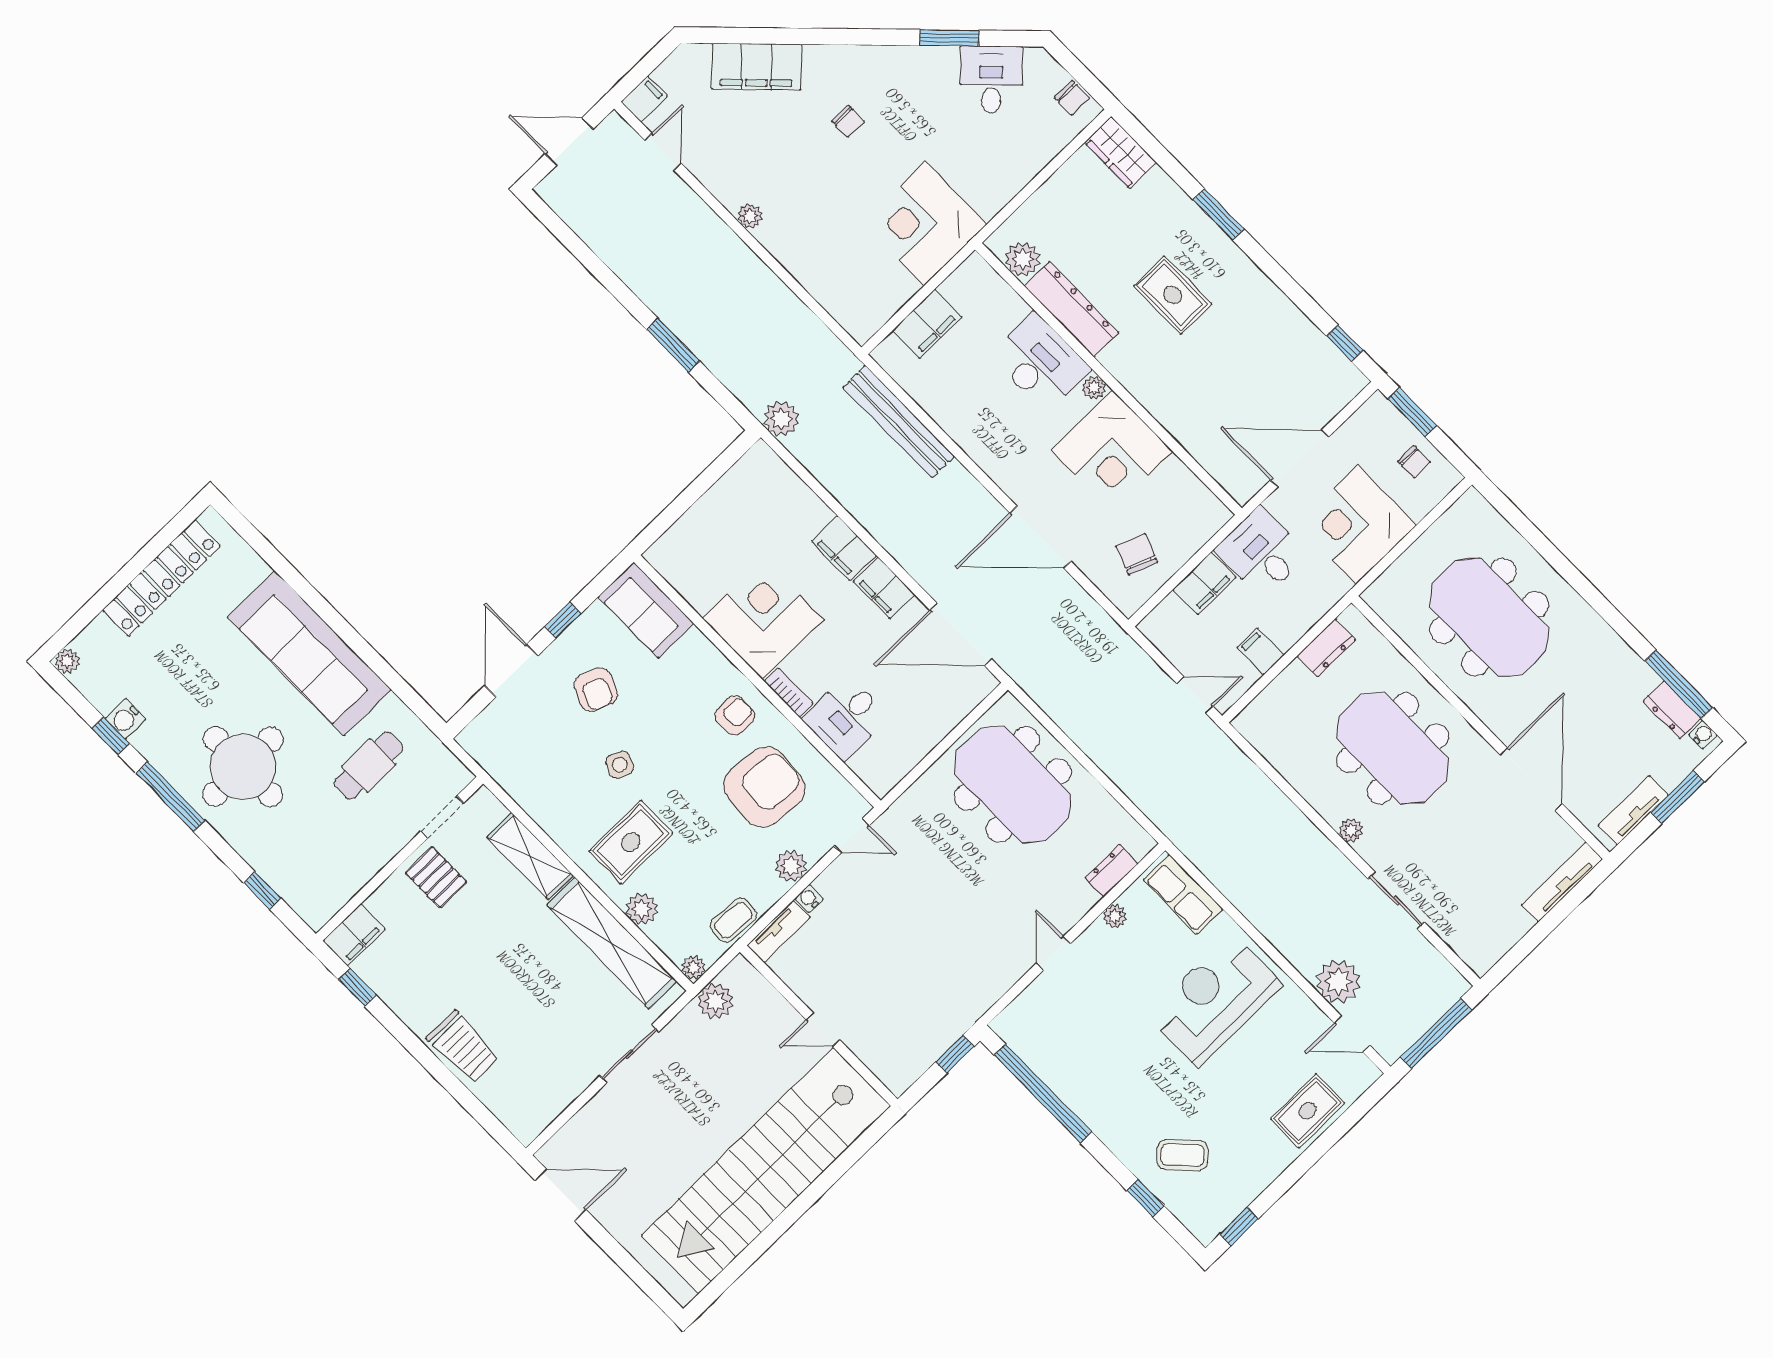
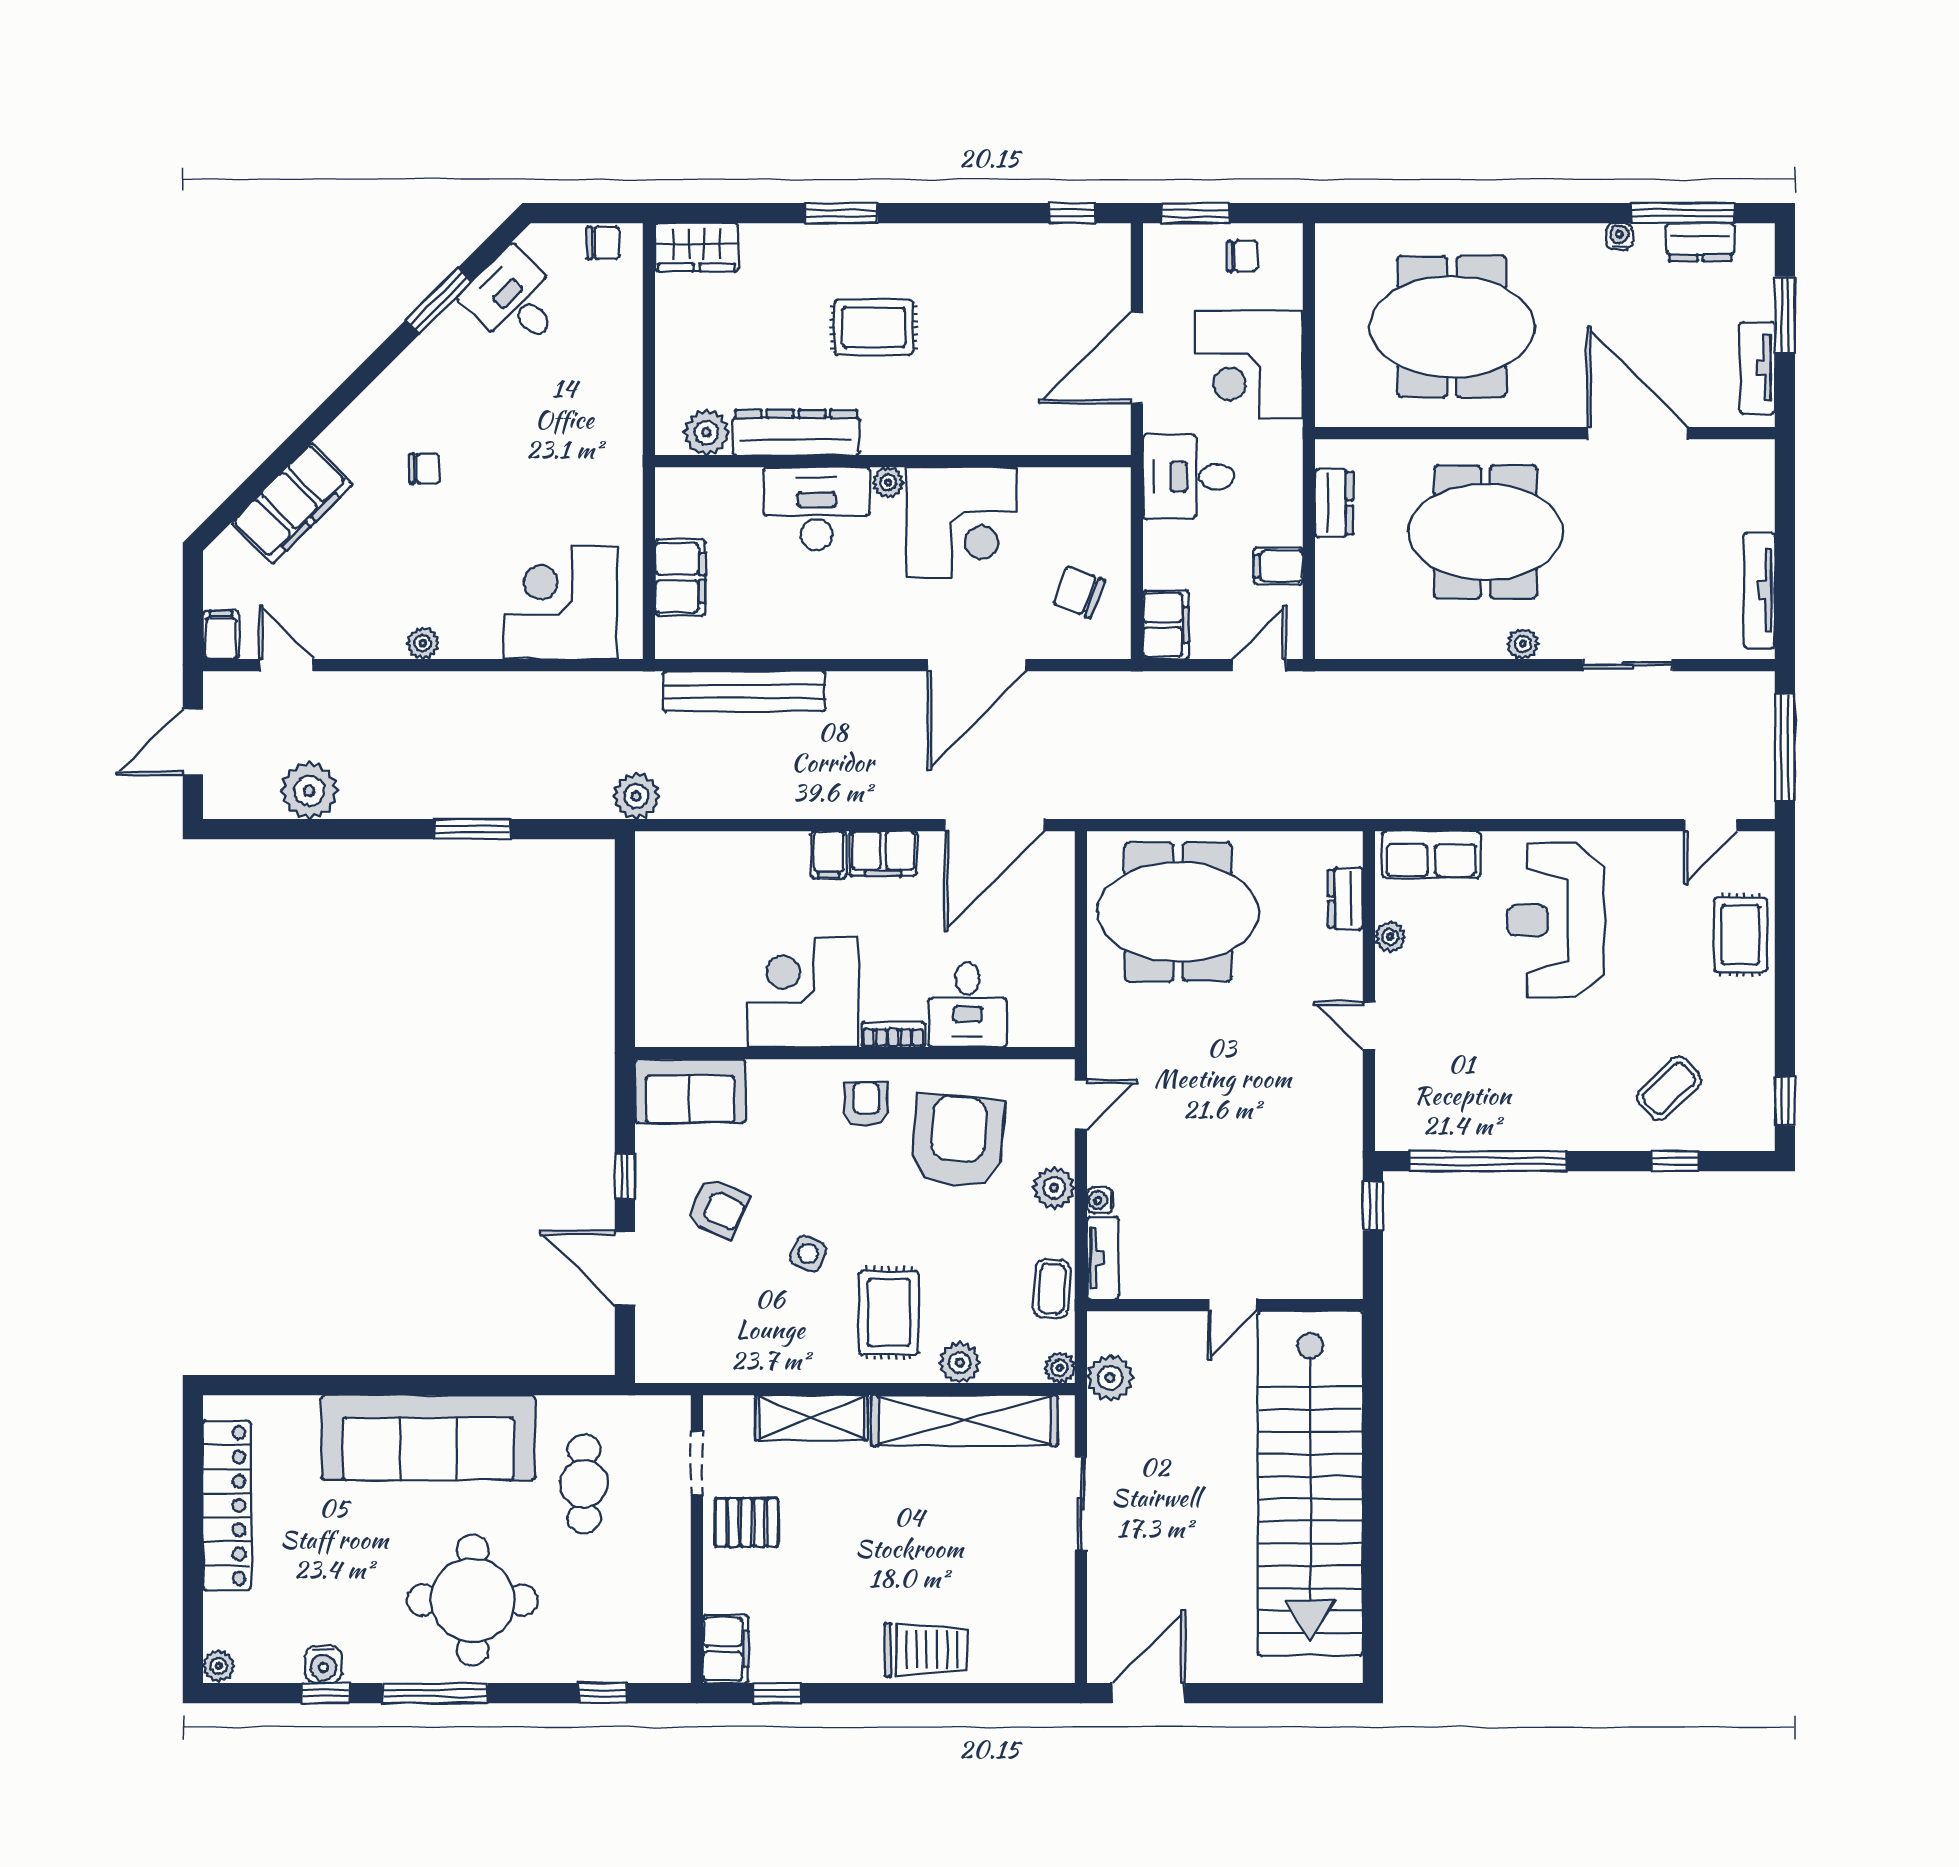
corner desk: (925, 224) -> (561, 603), moved, turned 90
filing cabinet: (844, 548) -> (829, 855), width x0.50
filing cabinet: (1204, 583) -> (1166, 625), moved
water cooler: (1703, 735) -> (1619, 236), moved
tv unit: (1562, 882) -> (1759, 590), moved
plant: (1338, 981) -> (309, 790), moved

